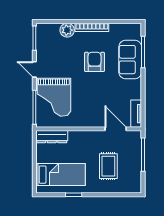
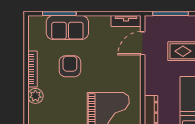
armchair: (94, 62) -> (70, 66), turned 90

